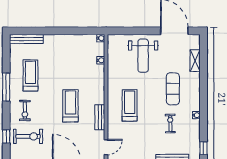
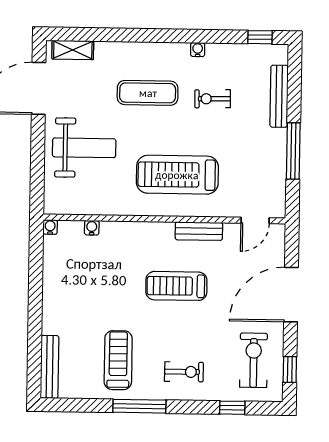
shelving: (195, 61) -> (73, 50), moved
treadmill: (30, 75) -> (118, 360), turned 90
treadmill: (130, 105) -> (177, 175), width x1.37, depth x1.38
exercise bike: (28, 136) -> (254, 360), moved
door: (106, 147) -> (255, 220), swing flipped

